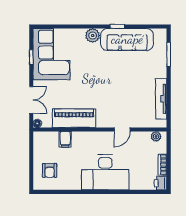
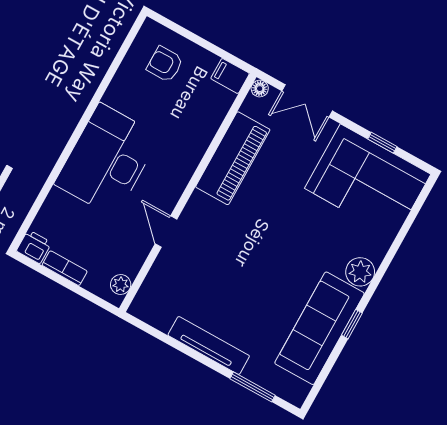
tv unit: (161, 99) -> (209, 345), moved
filing cabinet: (65, 139) -> (230, 76), moved

